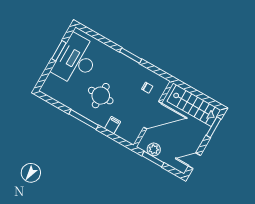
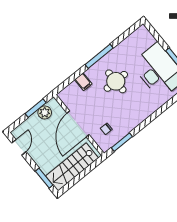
window: (131, 56) -> (122, 142), moved

